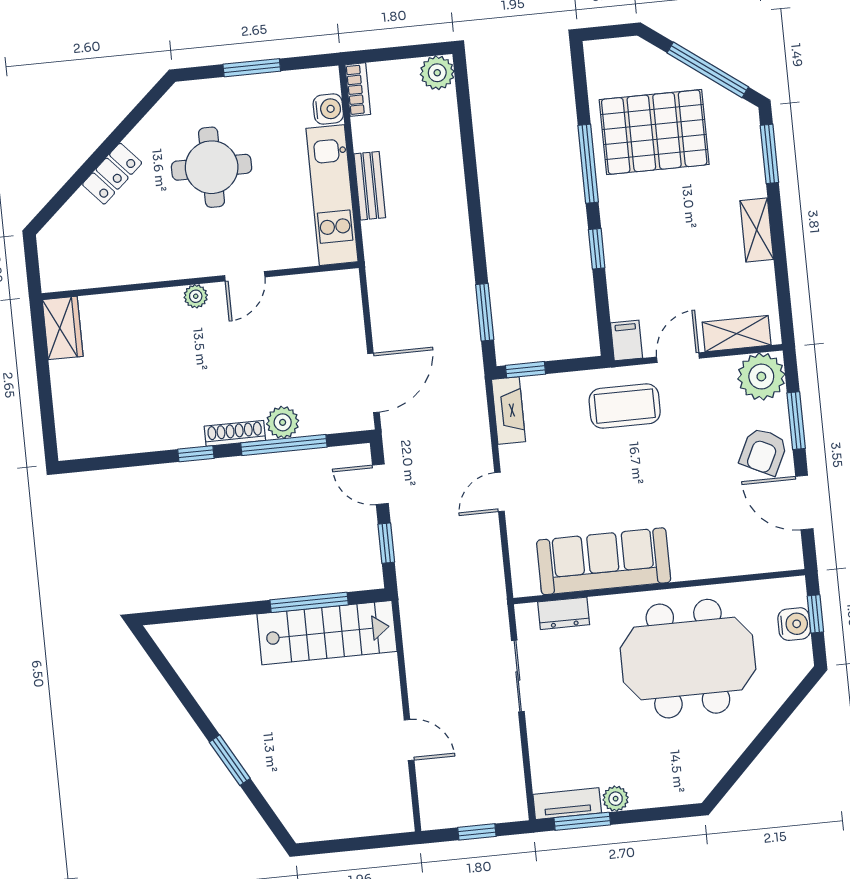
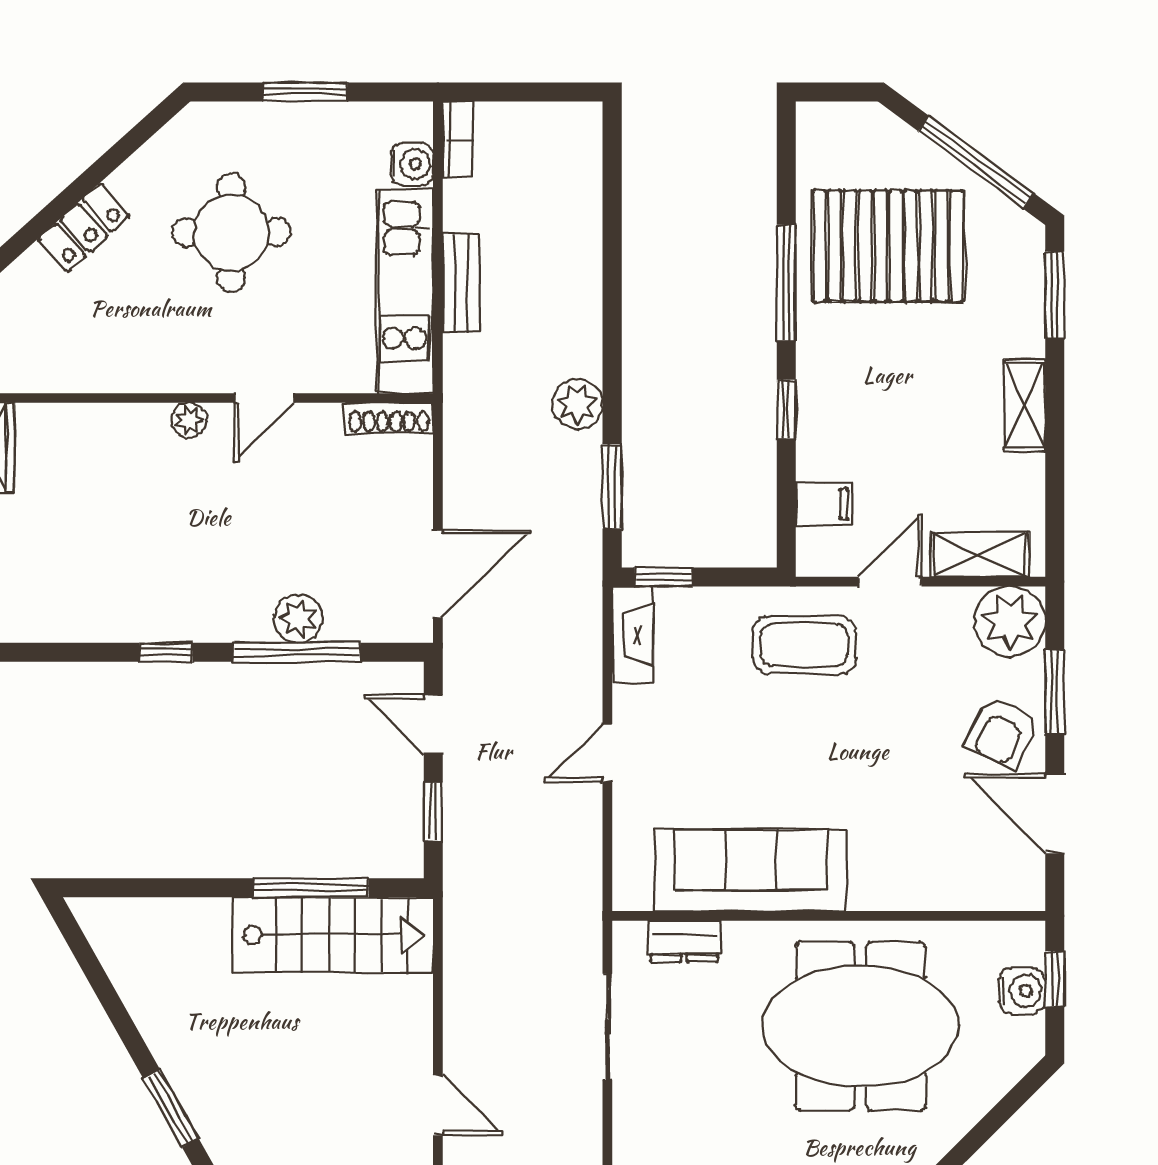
plant: (437, 73) -> (577, 404), moved
filing cabinet: (627, 340) -> (824, 504), moved, turned 90
shoe rack: (235, 433) -> (389, 418), moved, turned 180

